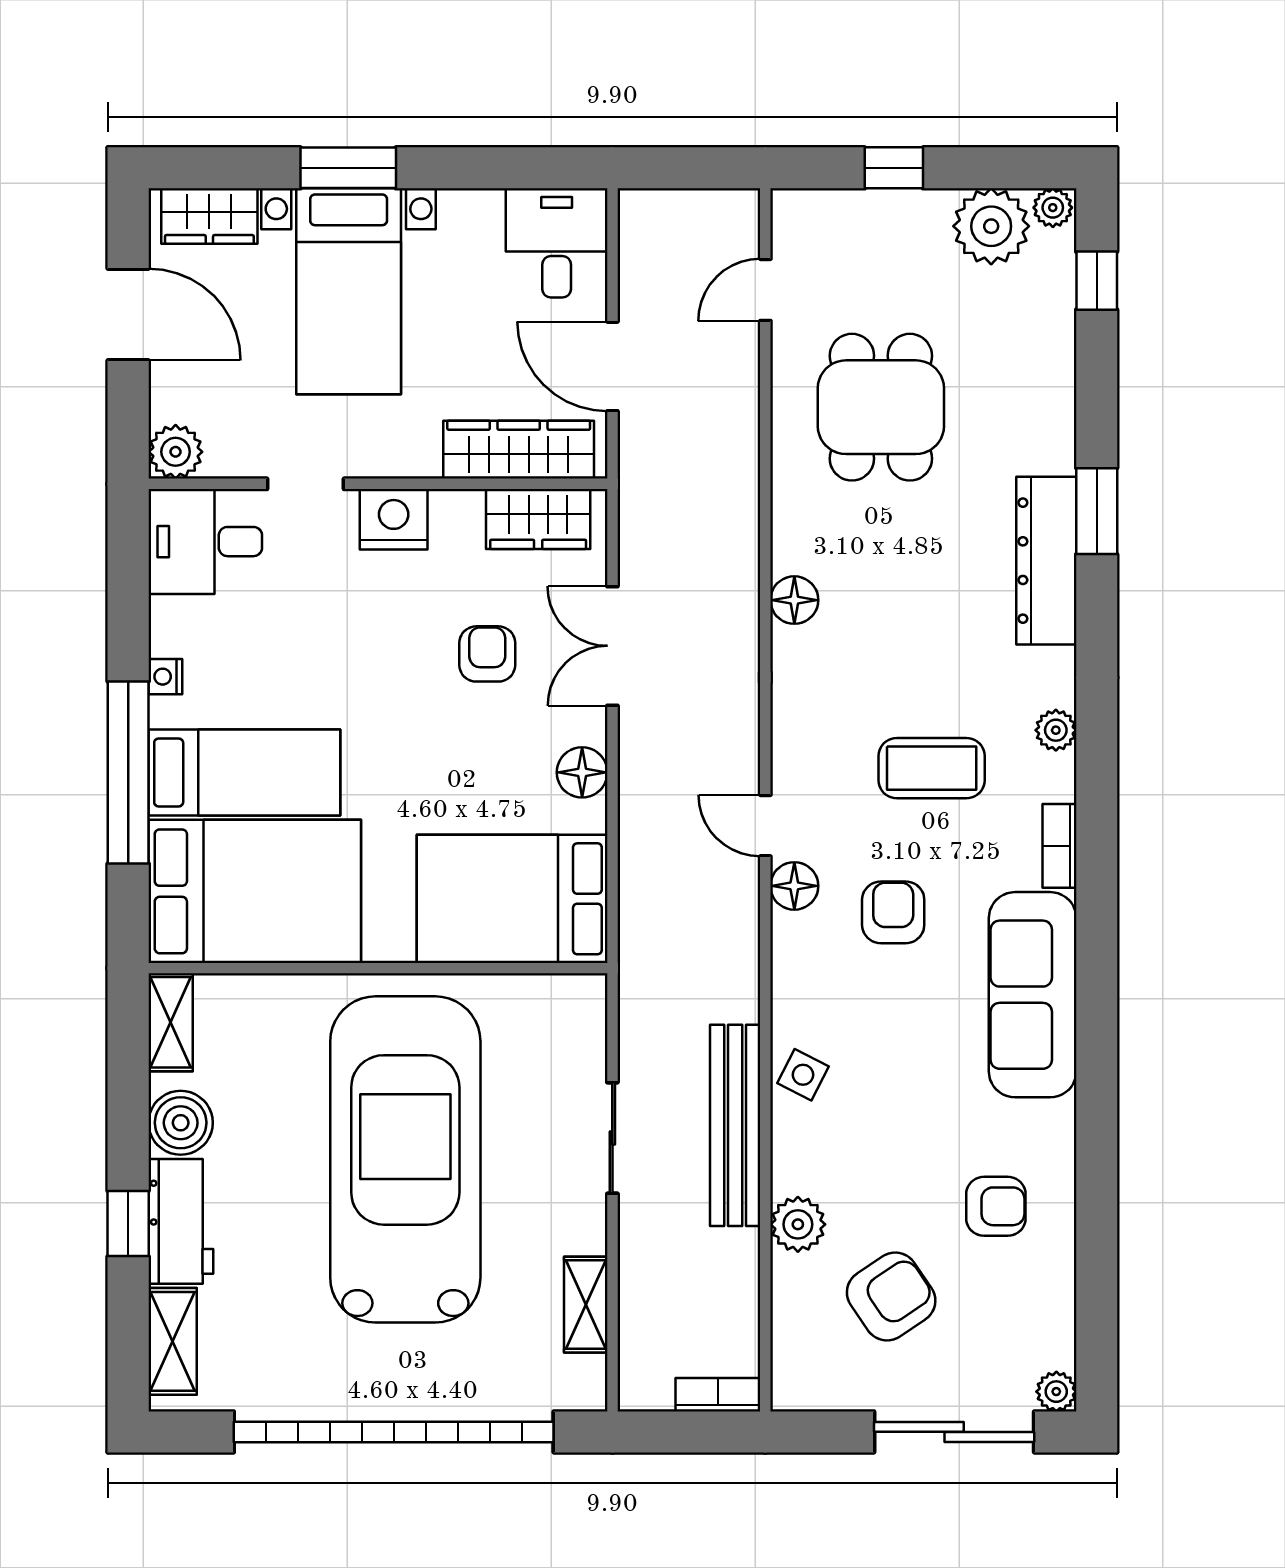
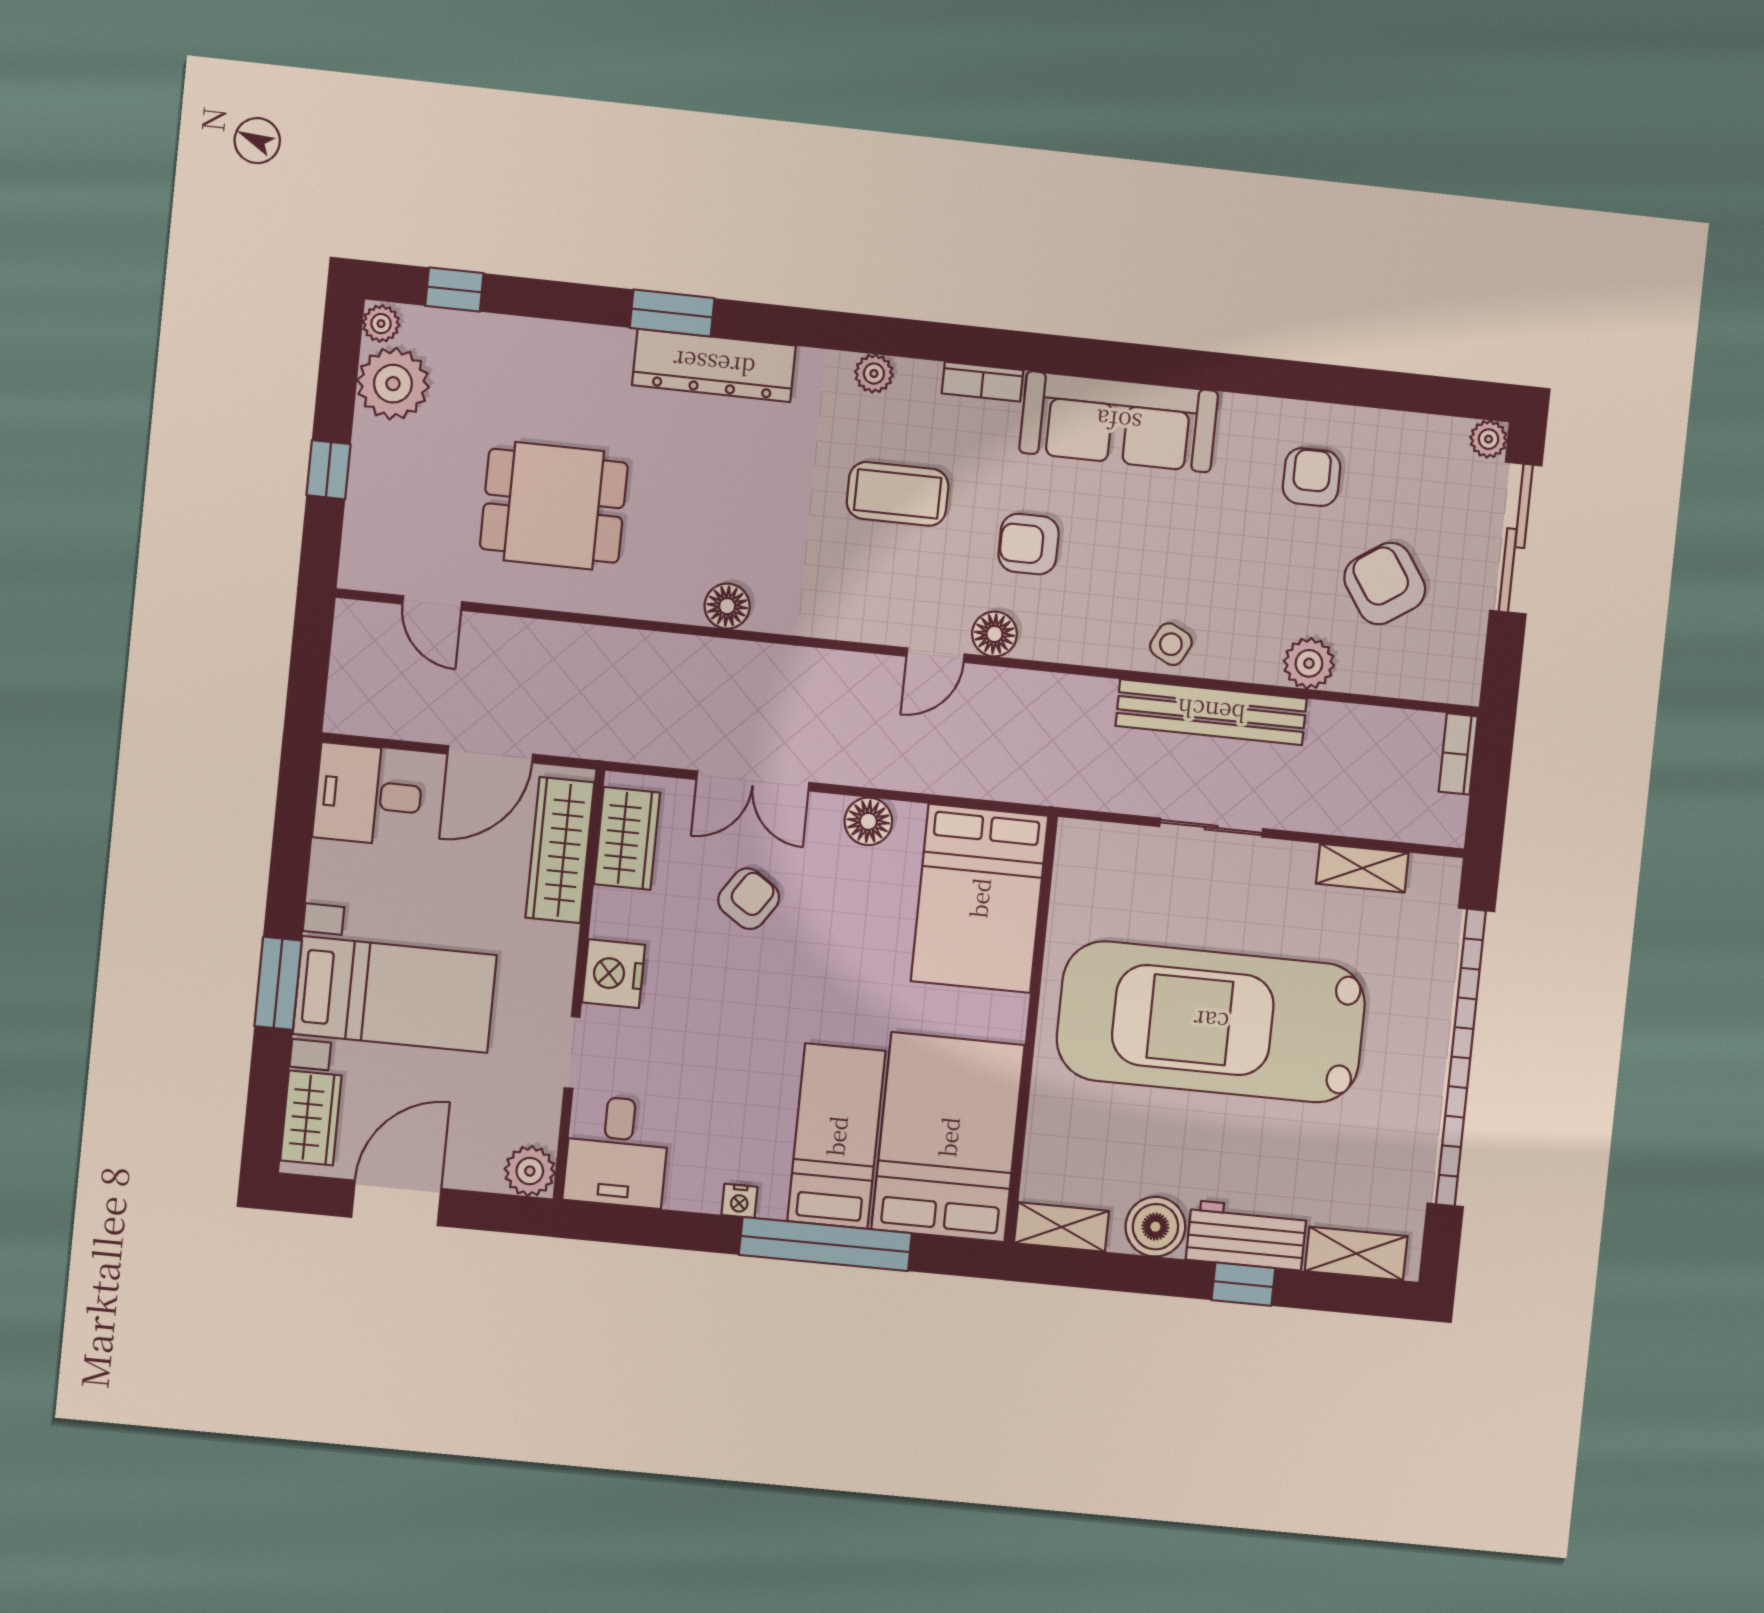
armchair: (487, 654) -> (749, 899), turned 124
coffee table: (932, 768) -> (898, 494), turned 90

